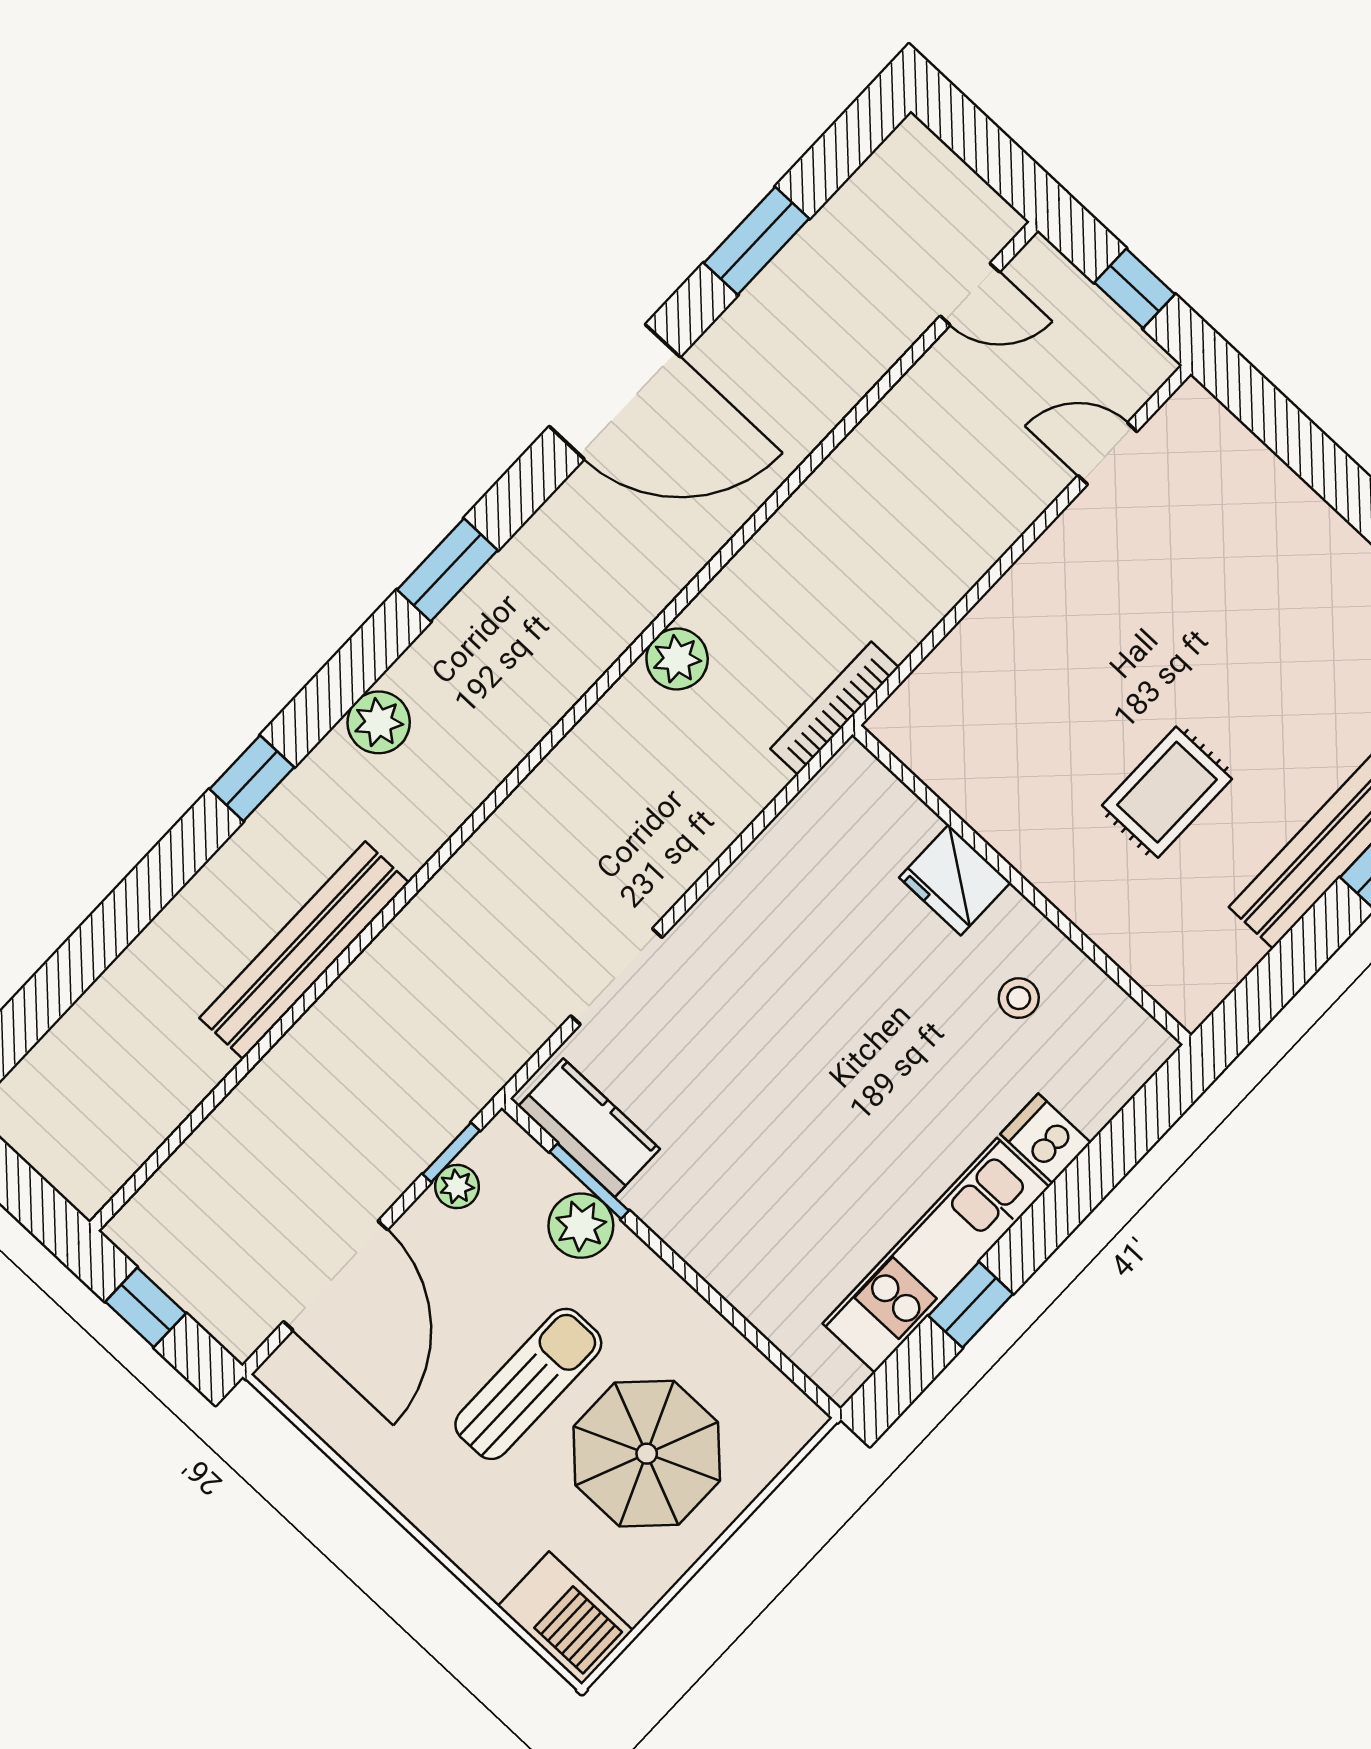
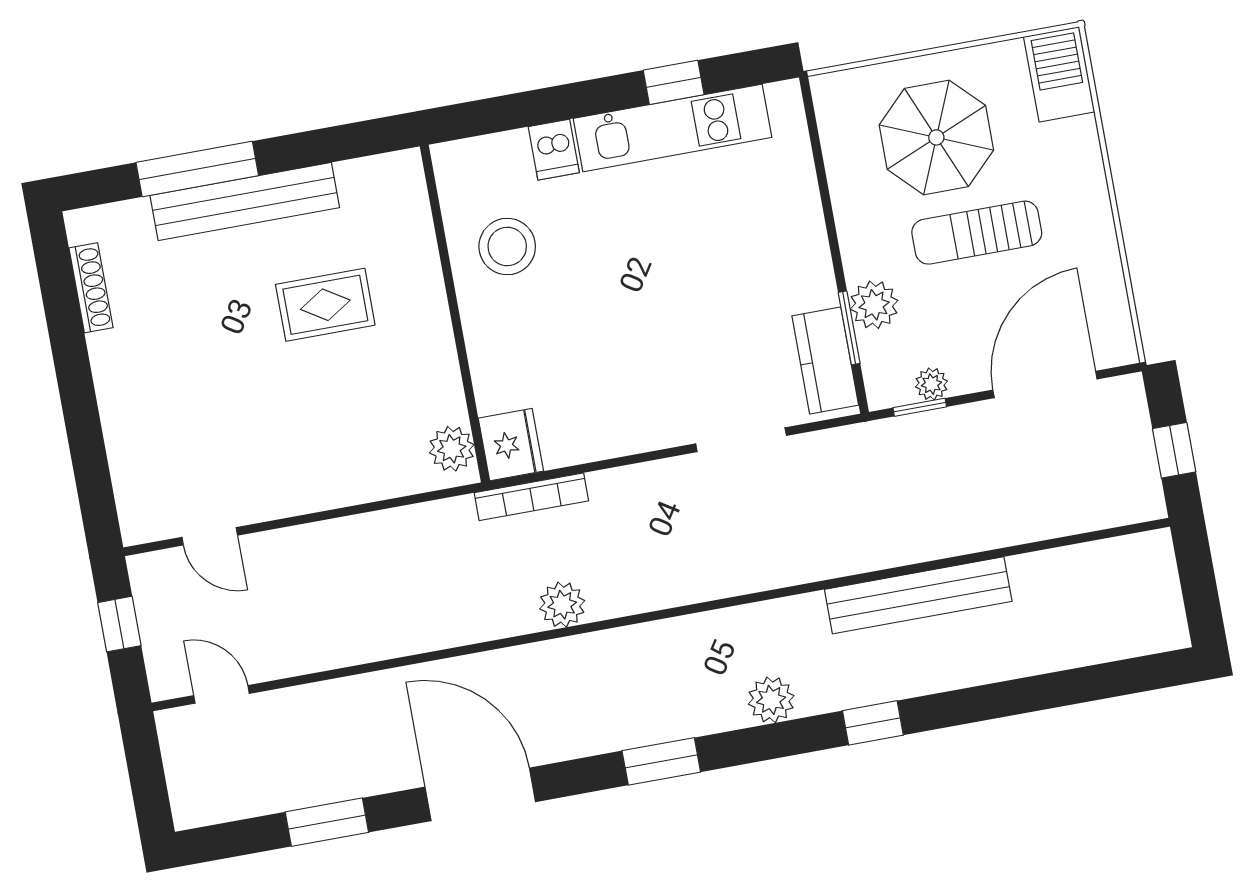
bookcase: (835, 708) -> (531, 497), moved
plant: (918, 738) -> (452, 449), added
fridge: (955, 880) -> (511, 445), moved
stool: (1019, 998) -> (507, 247), width x1.89, depth x1.89

